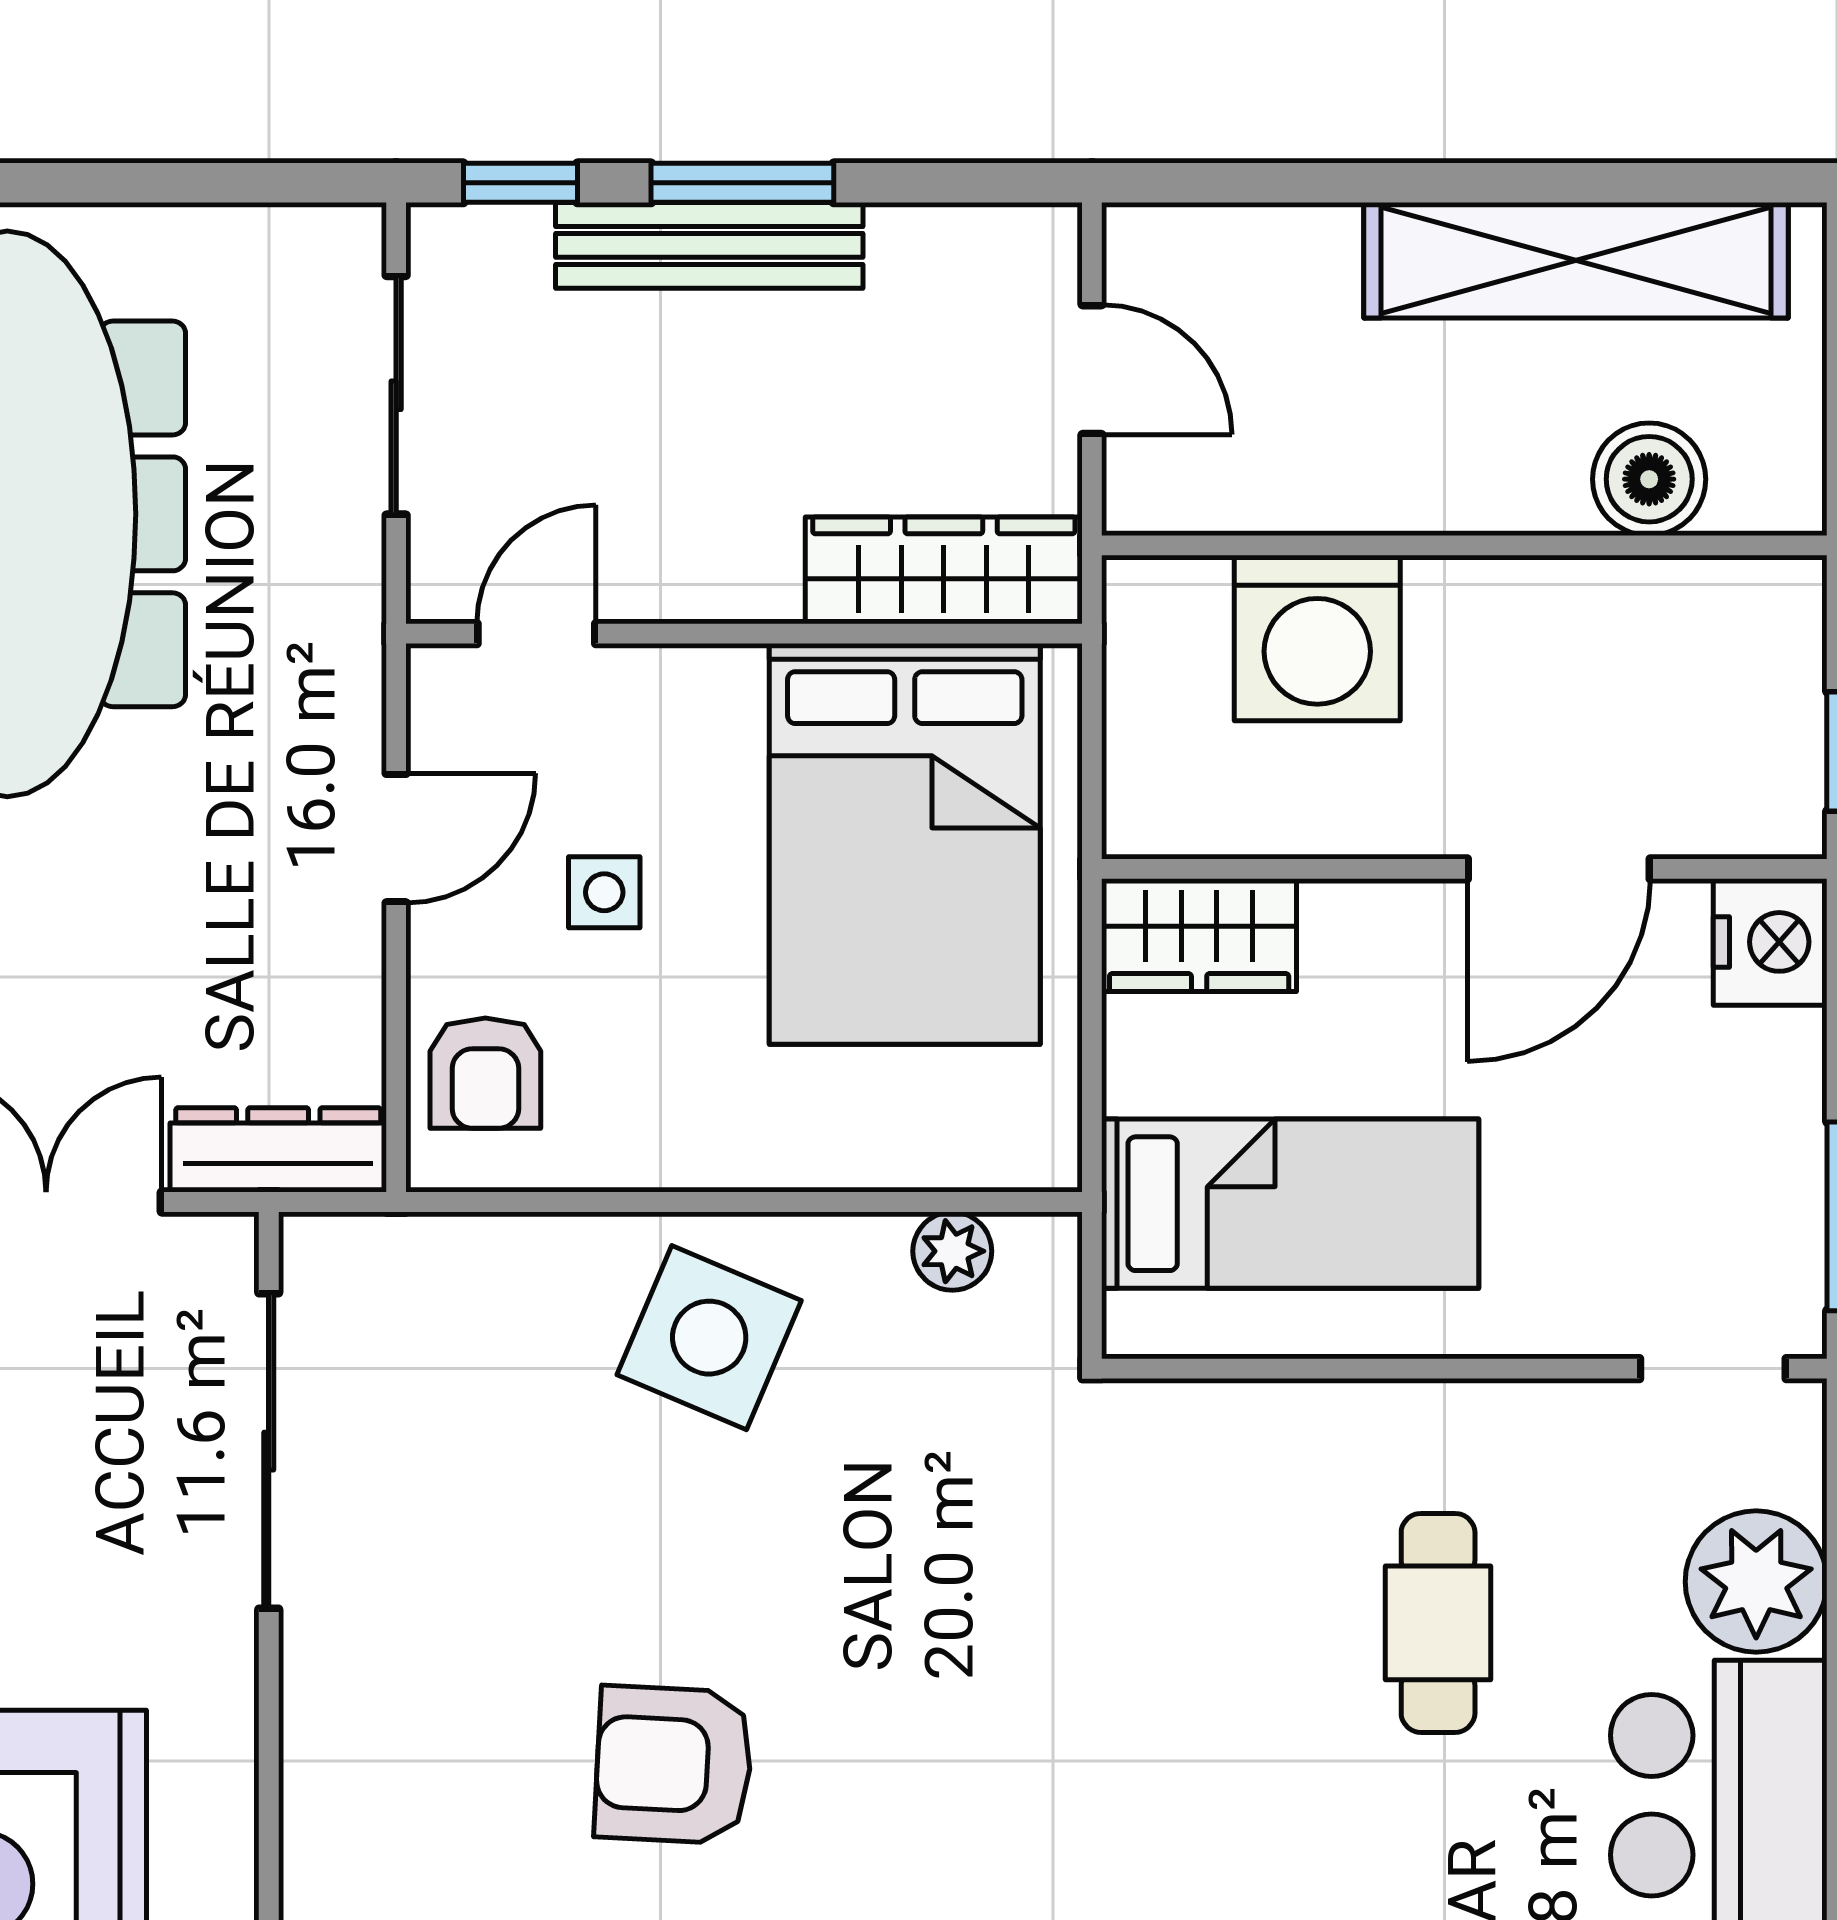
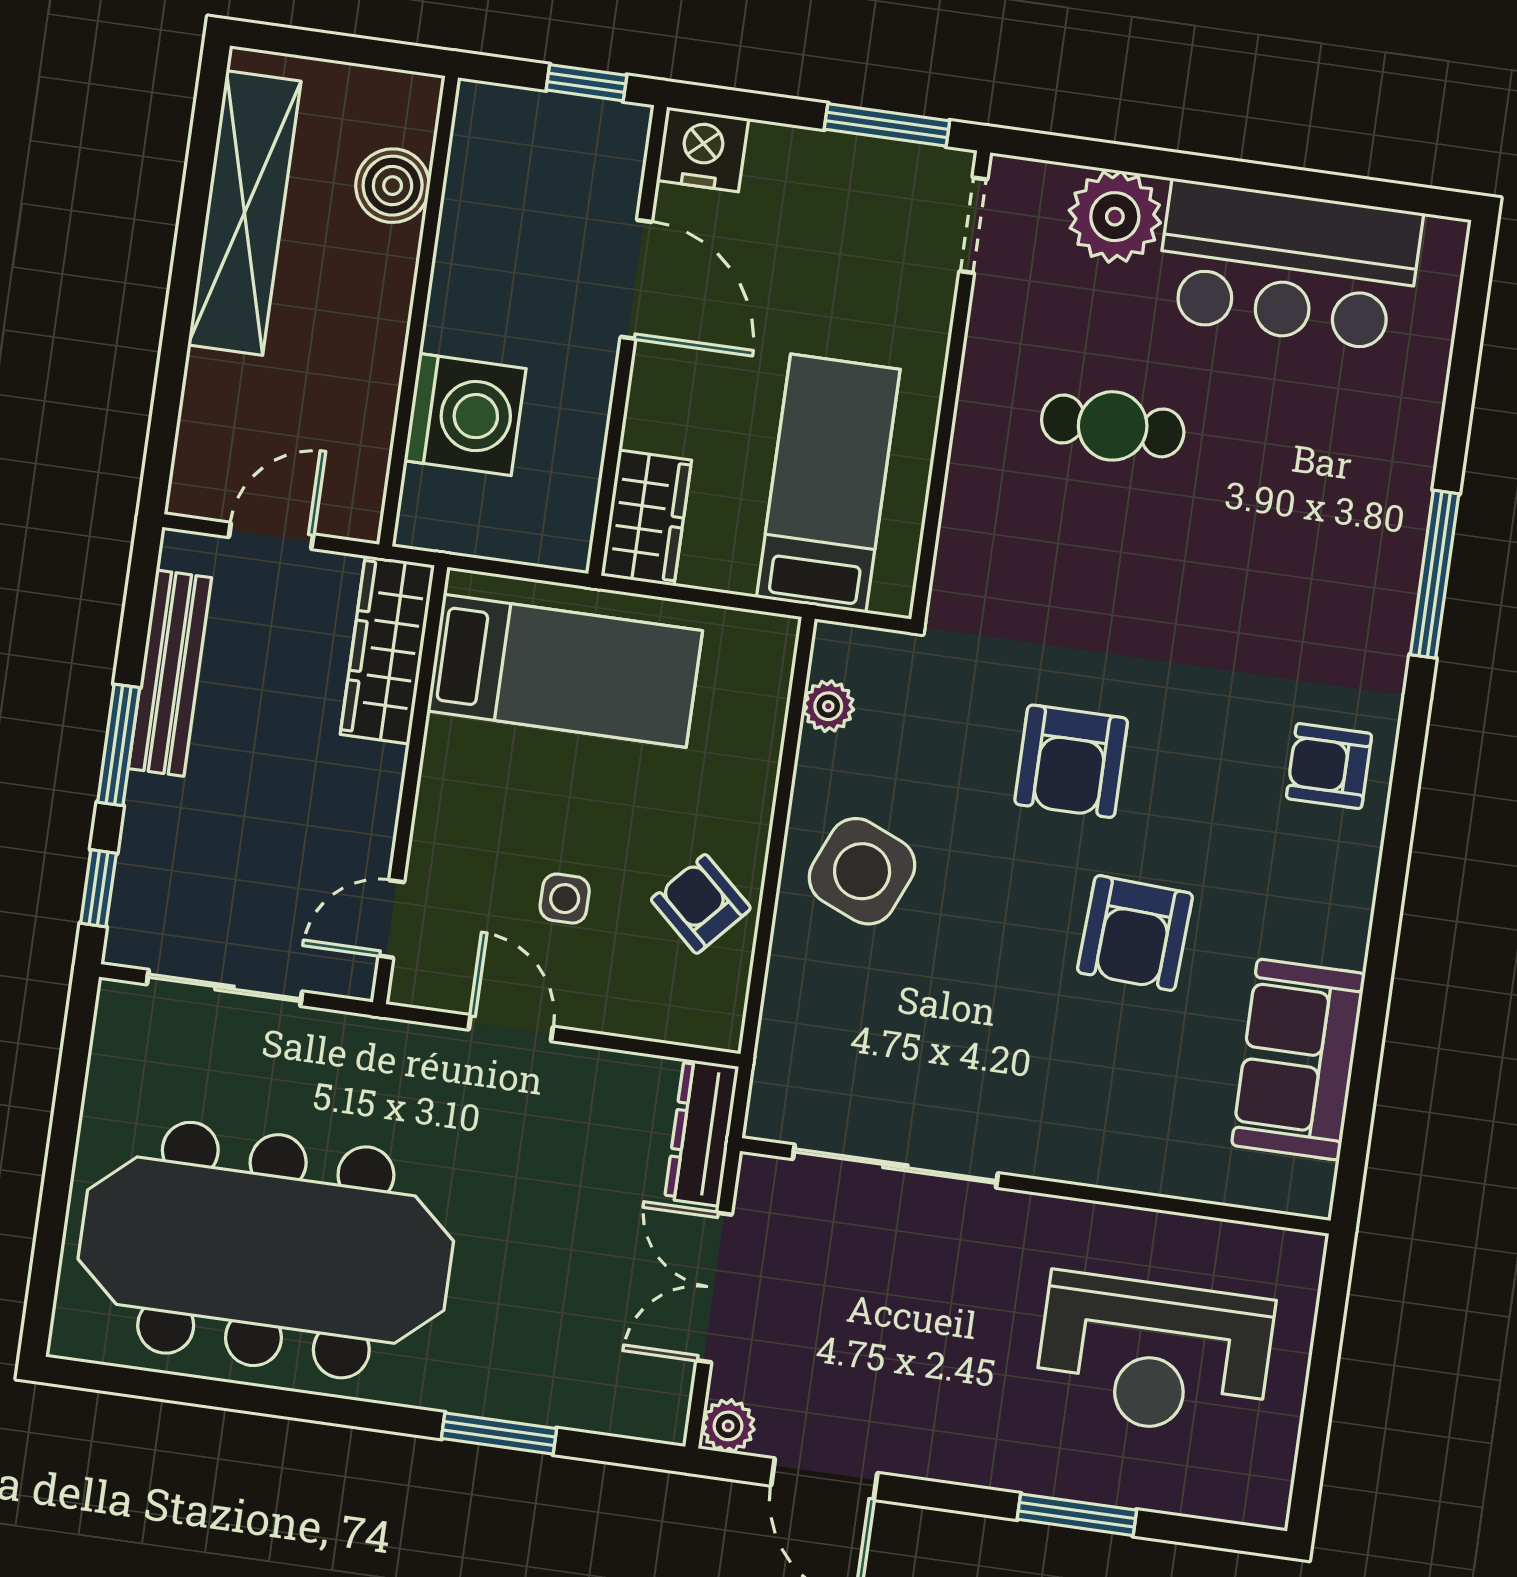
bench: (709, 245) -> (170, 673), moved
door: (536, 634) -> (391, 919), hinge flipped
bed: (905, 844) -> (565, 671), width x0.67
armchair: (485, 1073) -> (701, 904), moved, turned -138
armchair: (921, 1631) -> (1071, 761), added

